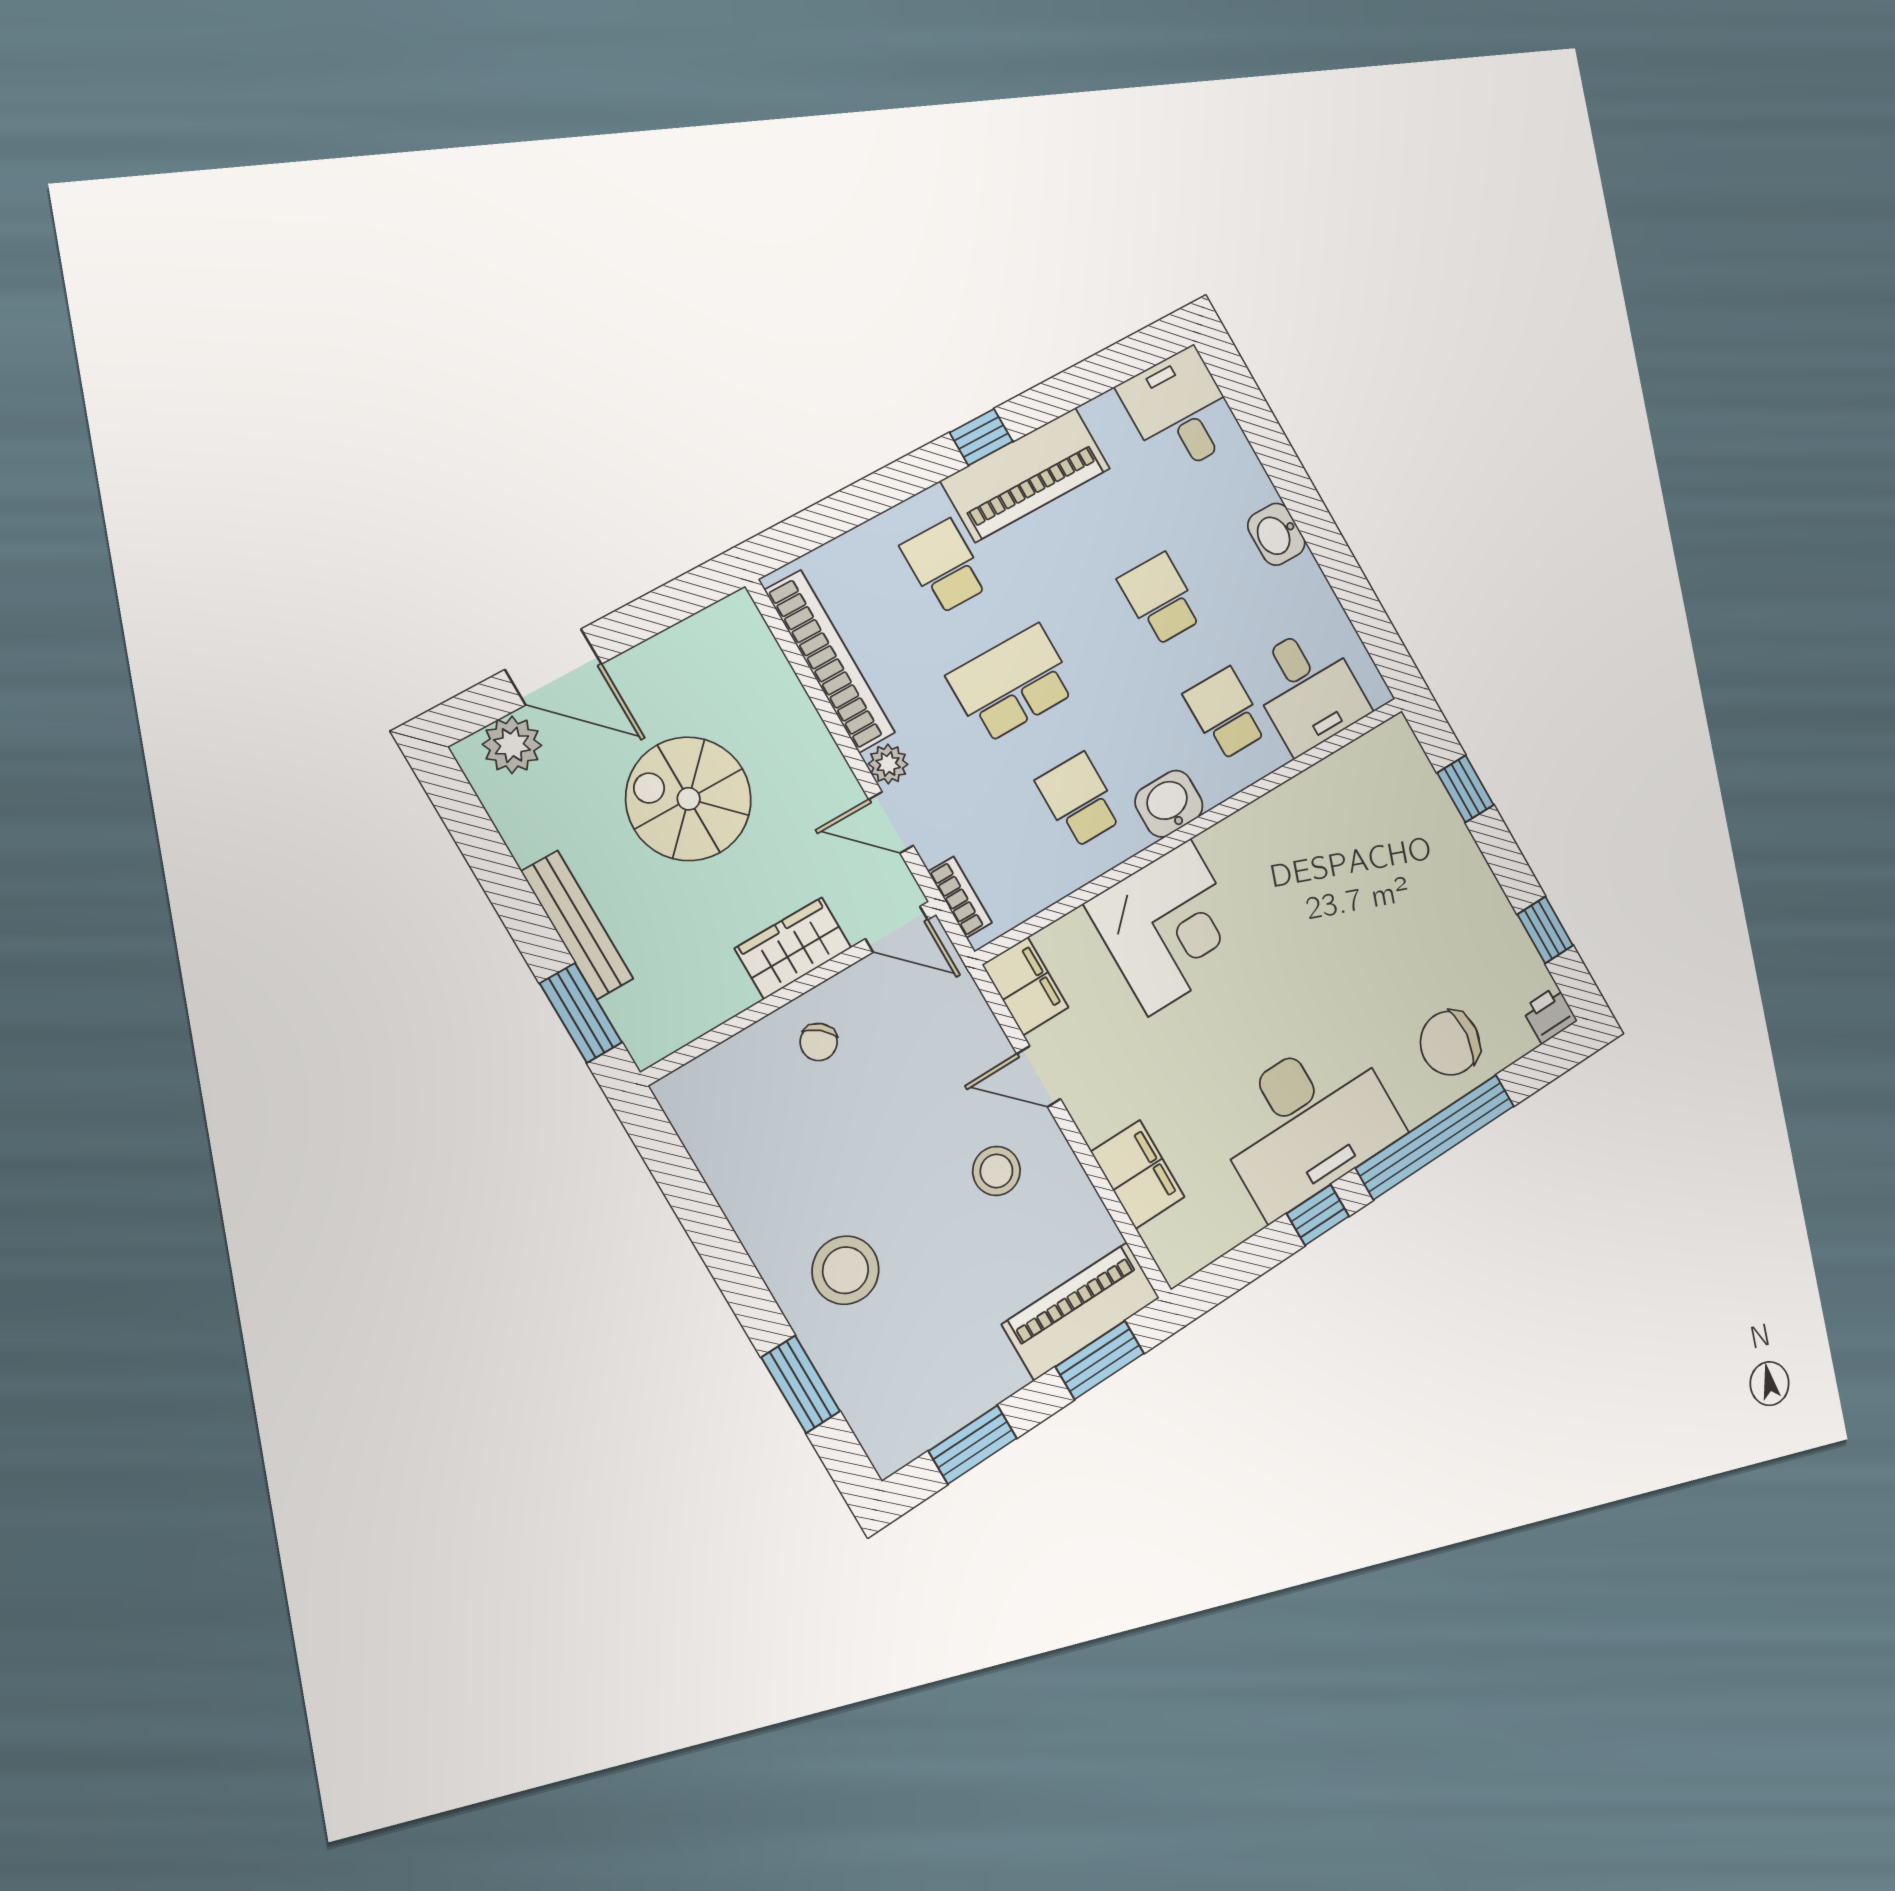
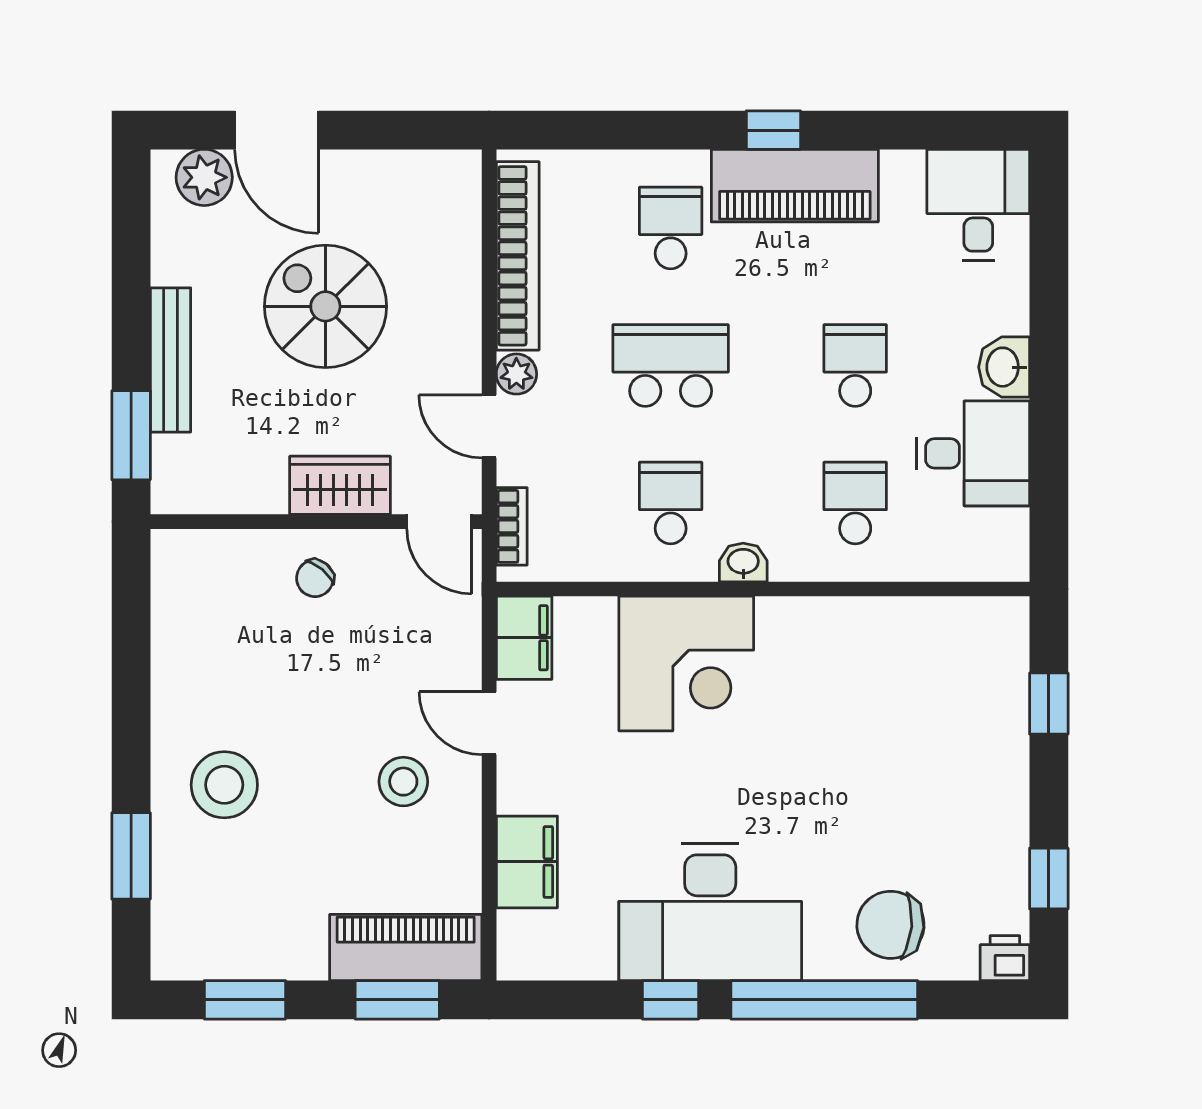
desk: (1308, 689) -> (973, 453), moved, turned -90
washbasin: (1169, 804) -> (743, 562), width x0.72, depth x0.69

